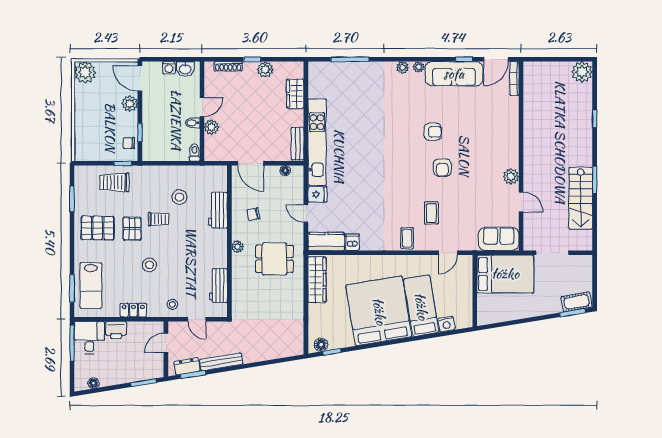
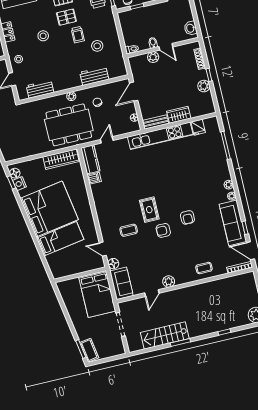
washing machine: (169, 68) -> (189, 16), removed
wardrobe: (295, 94) -> (179, 115), moved
rug: (411, 179) -> (149, 210), added
fridge: (317, 194) -> (198, 127), moved
coffee table: (407, 238) -> (204, 268), moved
floor lamp: (470, 243) -> (113, 264), added
dining table: (274, 259) -> (69, 125), width x1.88, depth x1.24
nightstand: (446, 324) -> (19, 184), moved

